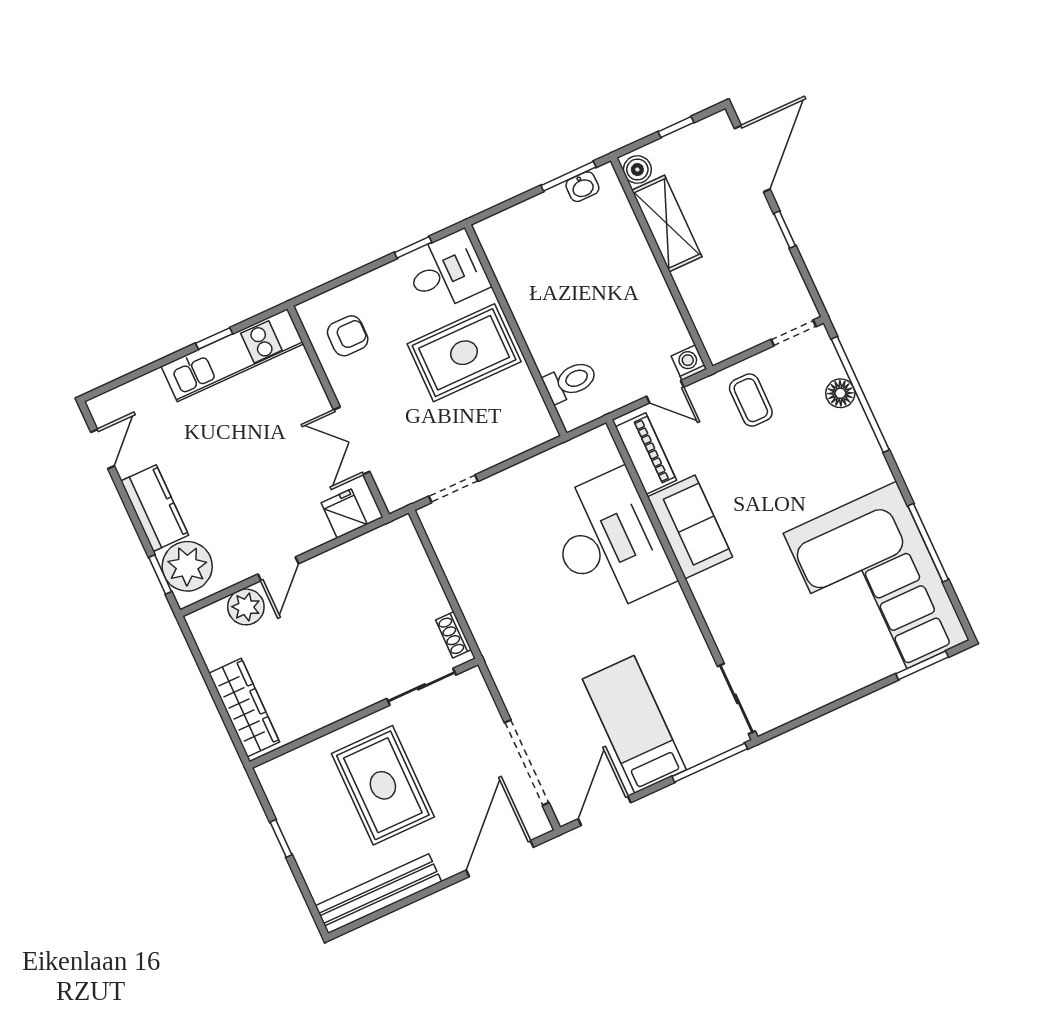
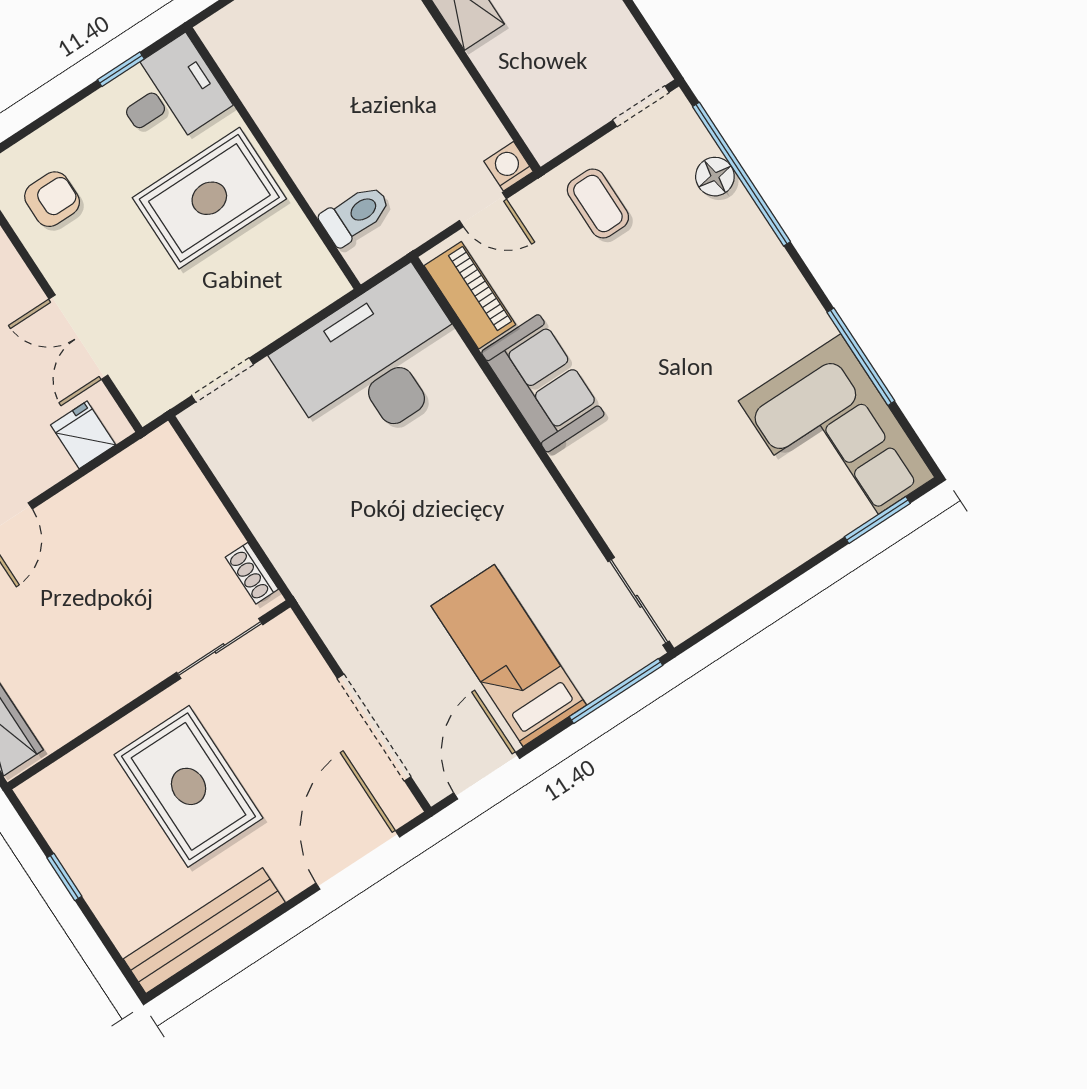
desk: (608, 542) -> (375, 362), moved, turned -90
corner sofa: (876, 587) -> (837, 439), width x0.73, depth x0.74

